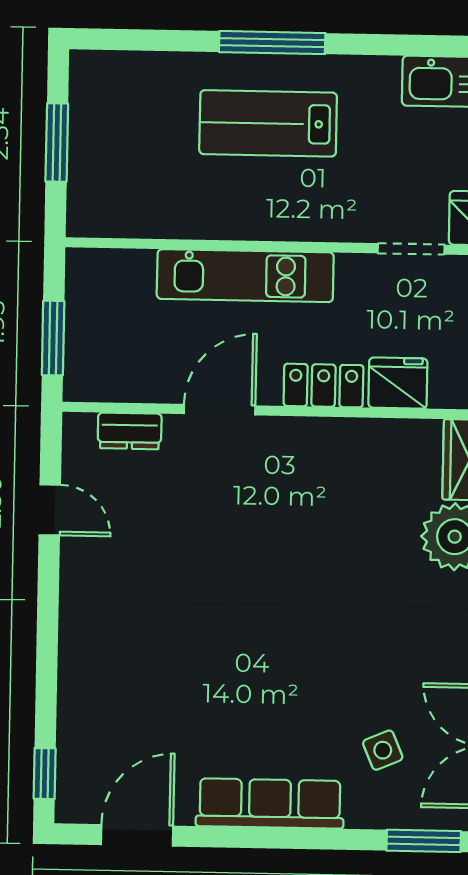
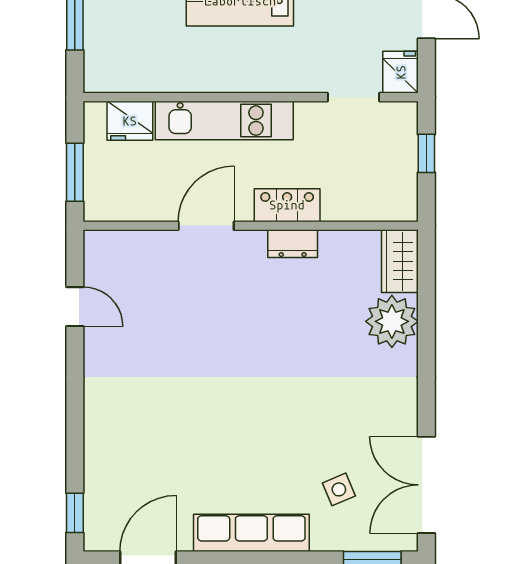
fridge: (398, 383) -> (130, 121), moved, turned 180
dresser: (130, 431) -> (293, 244), moved

